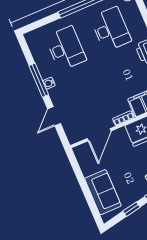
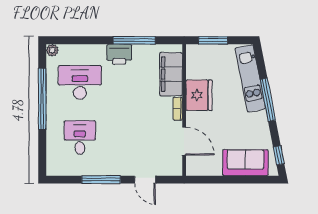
desk: (66, 48) -> (80, 138), width x0.73
water cooler: (49, 83) -> (109, 170), removed
window: (131, 209) -> (279, 155), moved

